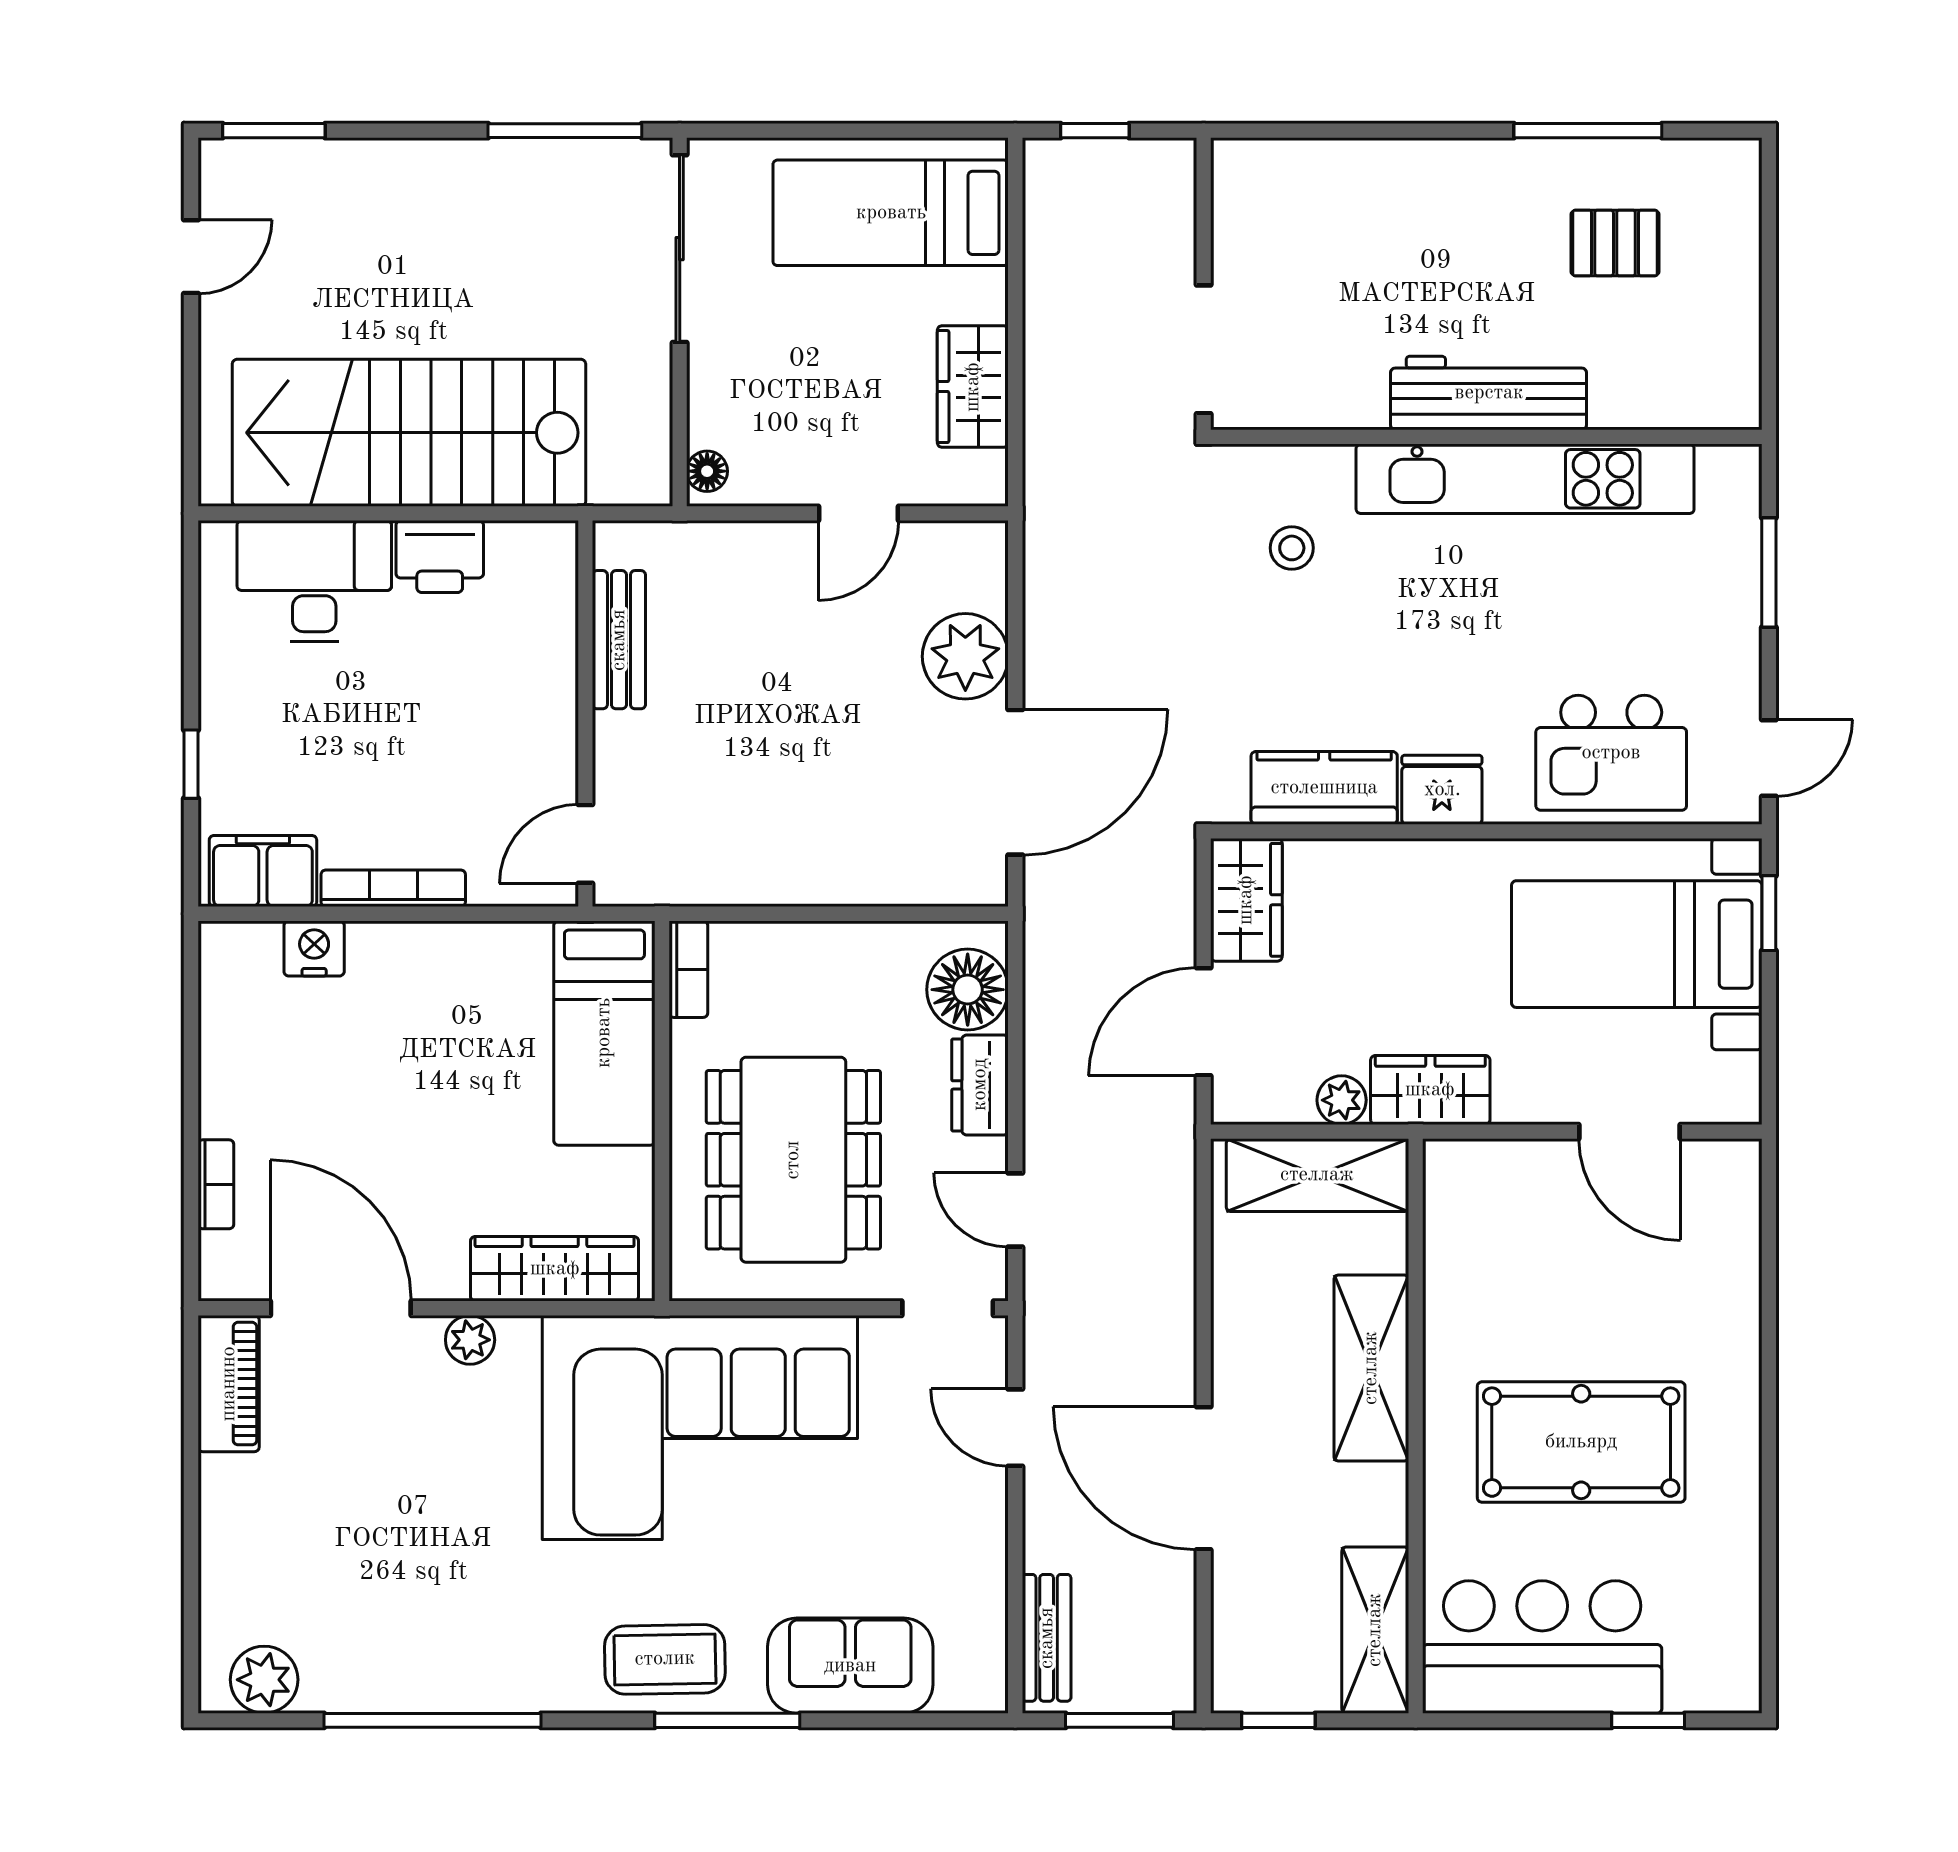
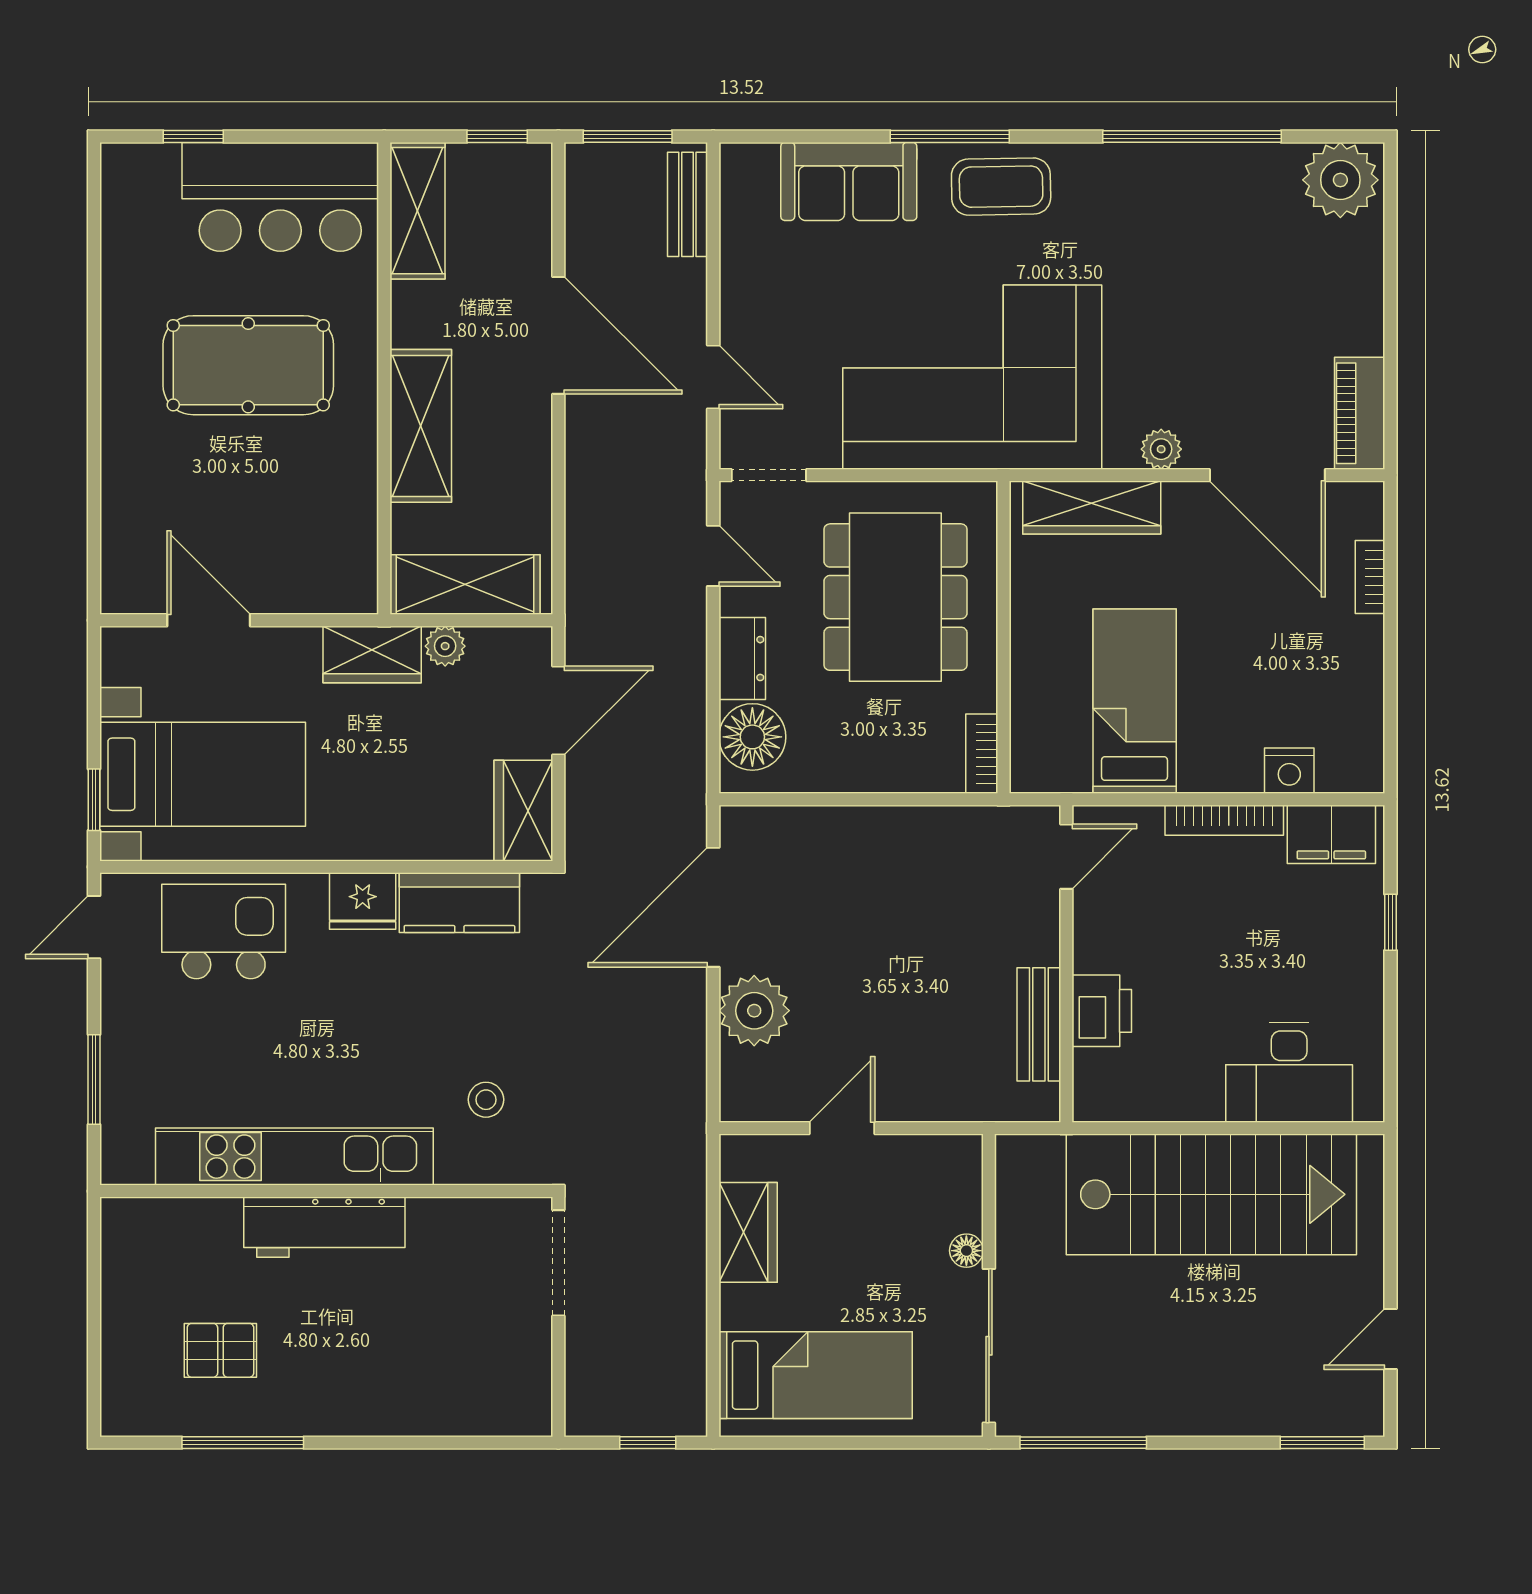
floor lamp: (707, 471) -> (966, 1251), moved
printer: (440, 557) -> (1102, 1011), moved, turned 90
bed: (604, 1033) -> (1135, 701), moved
plant: (264, 1680) -> (1340, 180), width x1.36, depth x1.36

